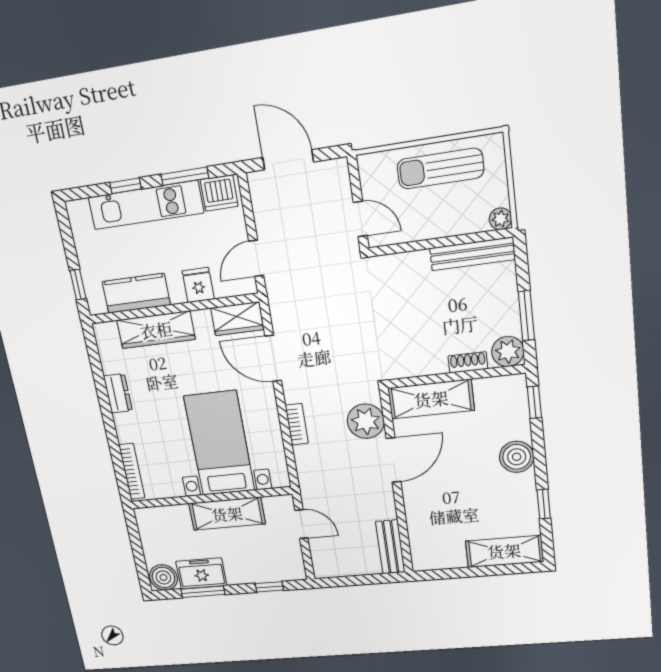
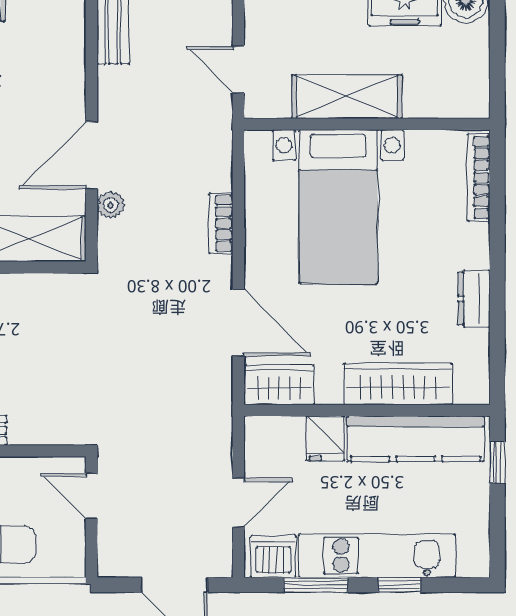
door: (256, 258) -> (238, 502), moved
kitchen counter: (136, 293) -> (416, 439), width x1.50
plant: (366, 421) -> (111, 205), width x0.53, depth x0.53

